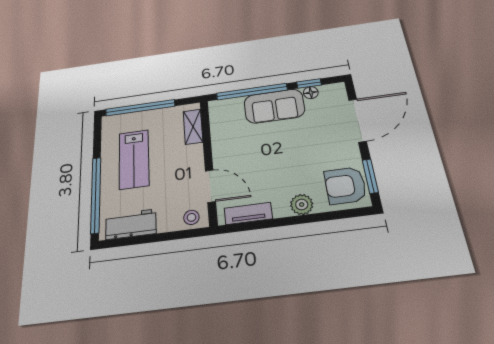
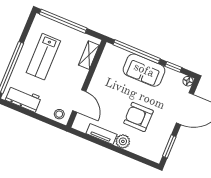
floor lamp: (311, 93) -> (188, 81), moved
armchair: (345, 186) -> (138, 117), moved
tv unit: (248, 213) -> (101, 134), moved

